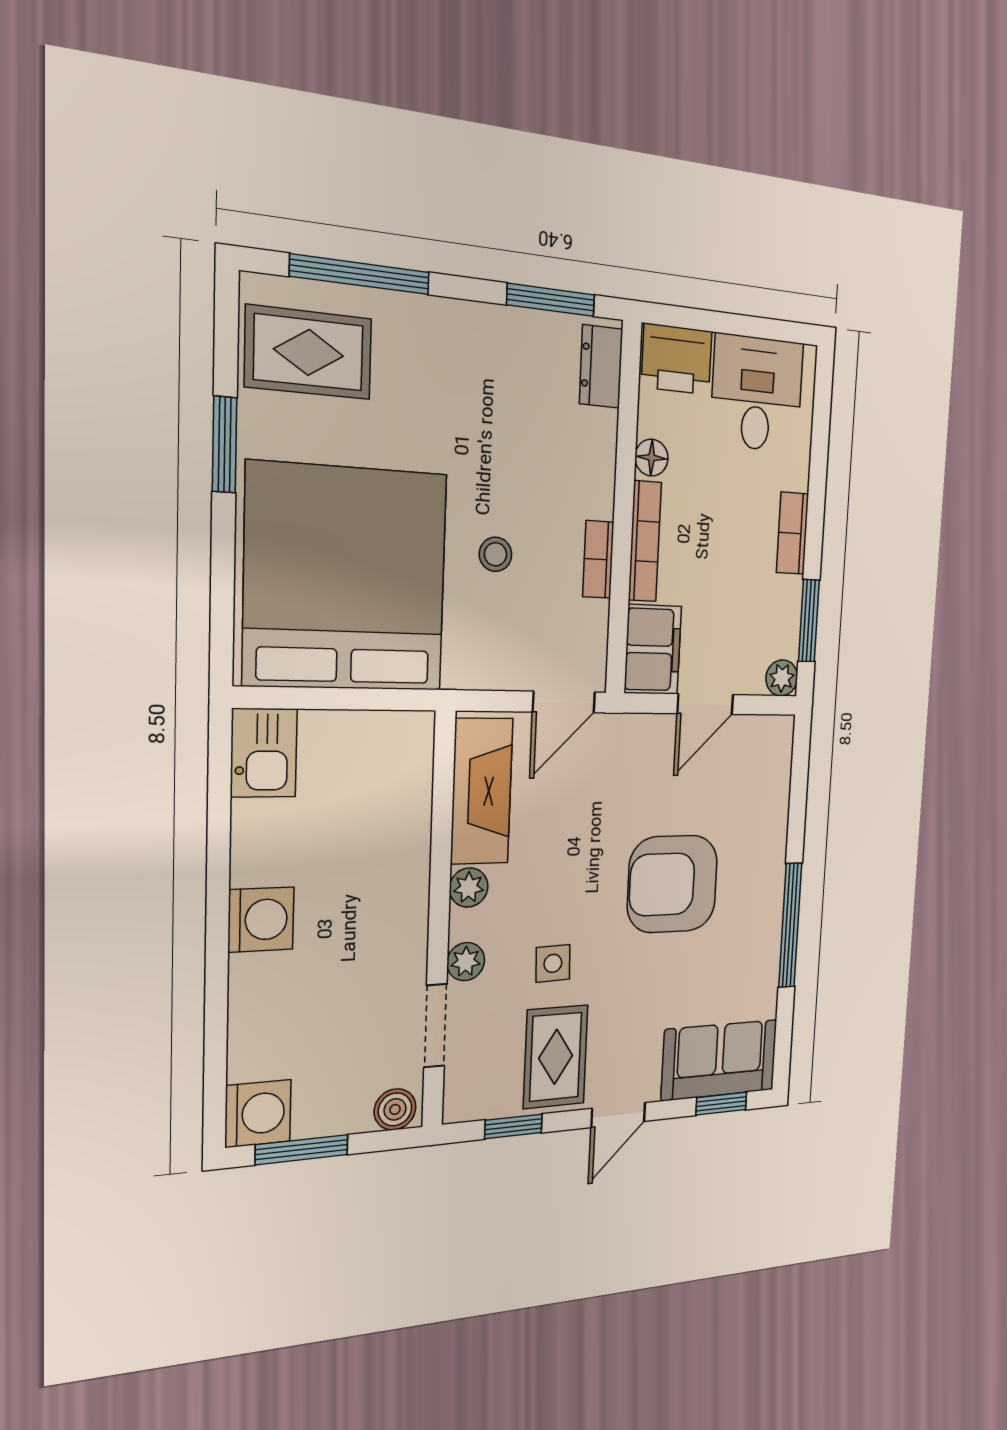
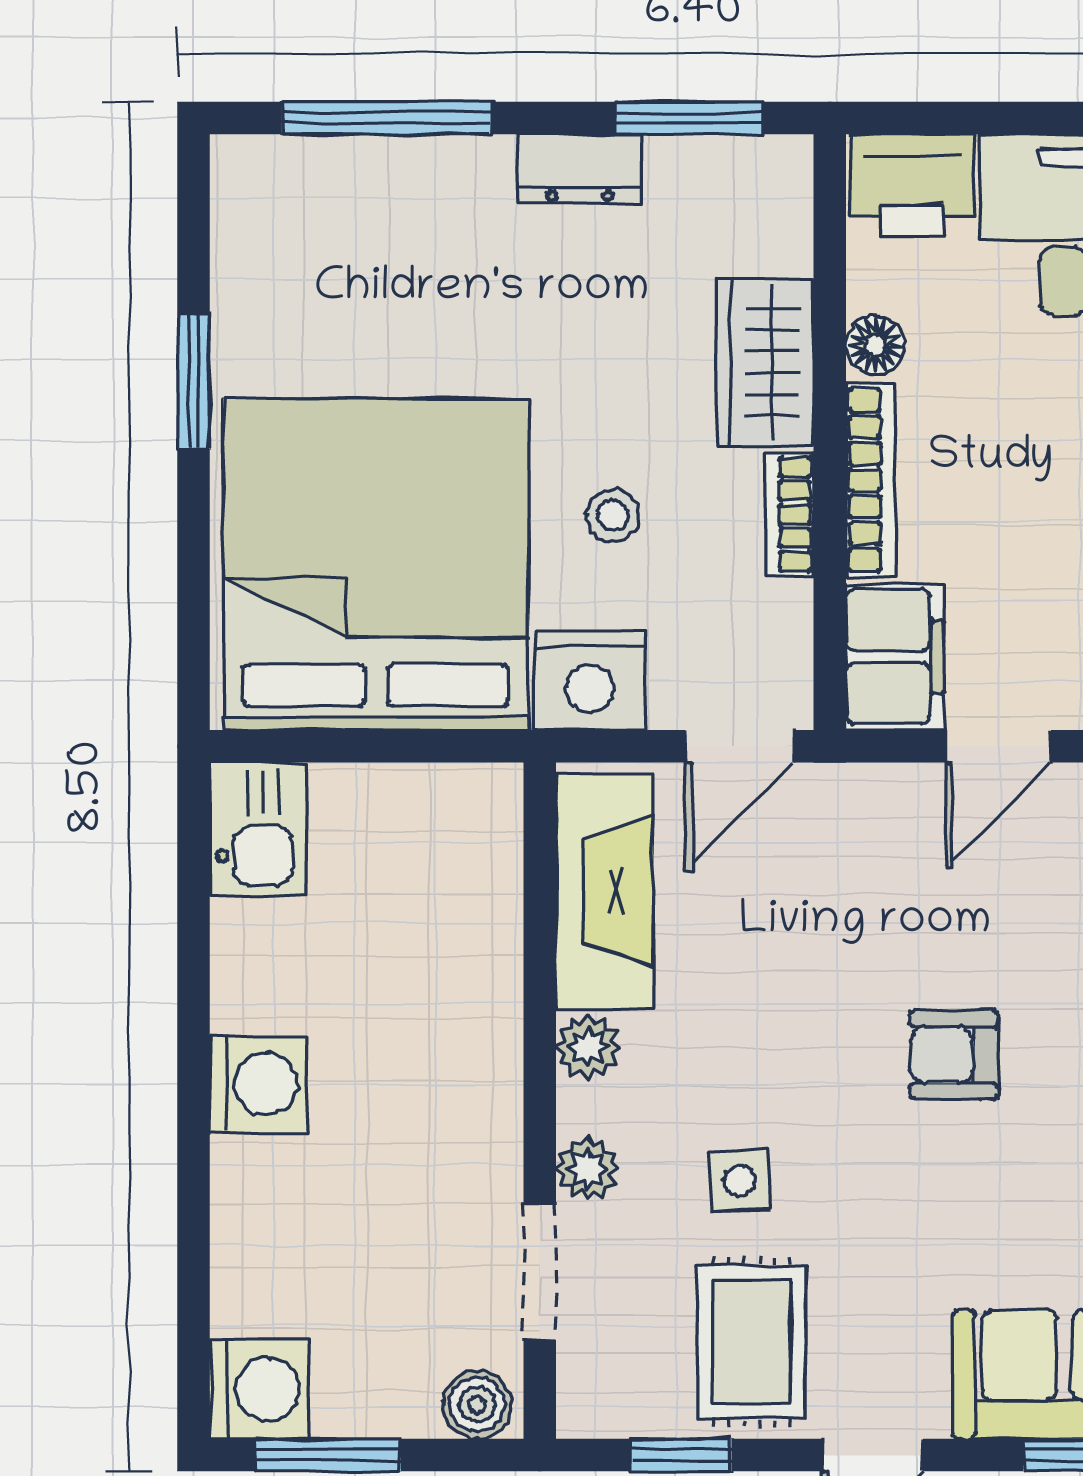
rug: (309, 352) -> (312, 238), removed
dresser: (601, 366) -> (580, 169), moved, turned -90
wardrobe: (589, 463) -> (765, 362), added
nightstand: (478, 659) -> (590, 681), added
armchair: (673, 884) -> (954, 1055), width x0.53, depth x0.53

